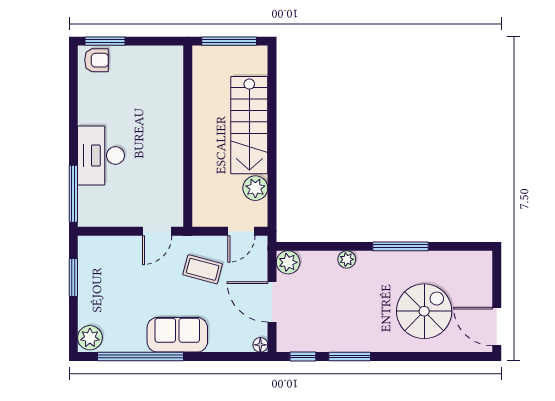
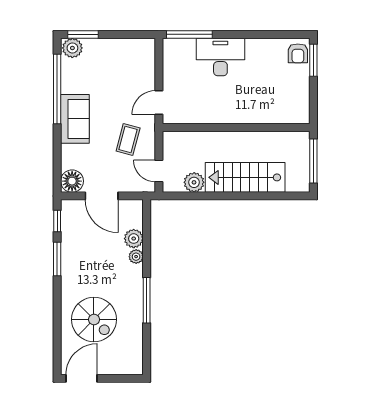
door: (157, 231) -> (159, 103), hinge flipped
plant: (288, 262) -> (134, 239), moved
window: (73, 277) -> (83, 34), moved
door: (272, 302) -> (102, 196), swing flipped
floor lamp: (260, 345) -> (72, 181), width x1.89, depth x1.89

